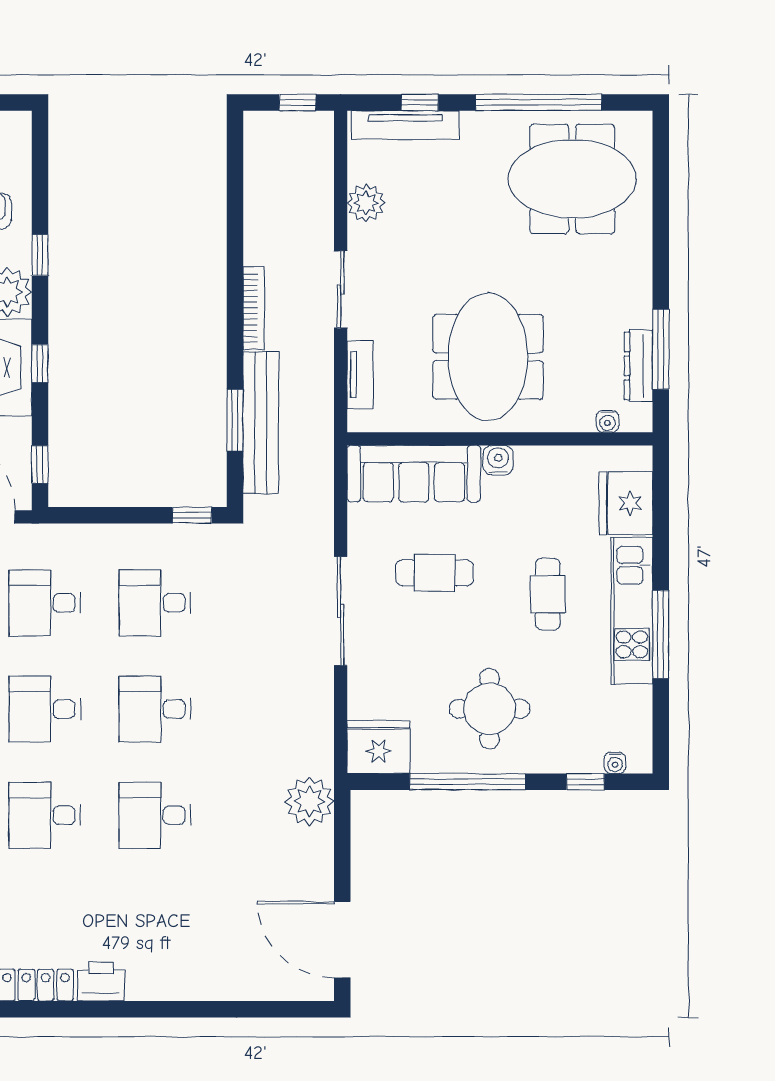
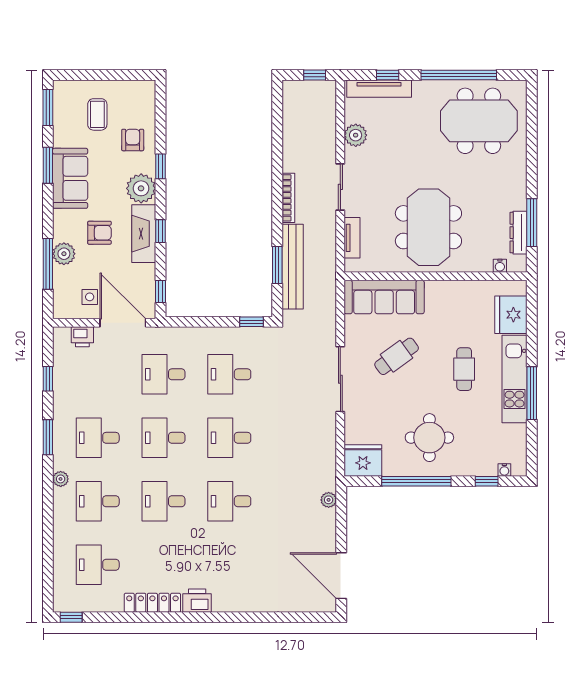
water cooler: (498, 460) -> (435, 289), removed
cafe table: (435, 573) -> (397, 356), turned -36
plant: (309, 801) -> (329, 500), width x0.53, depth x0.53

